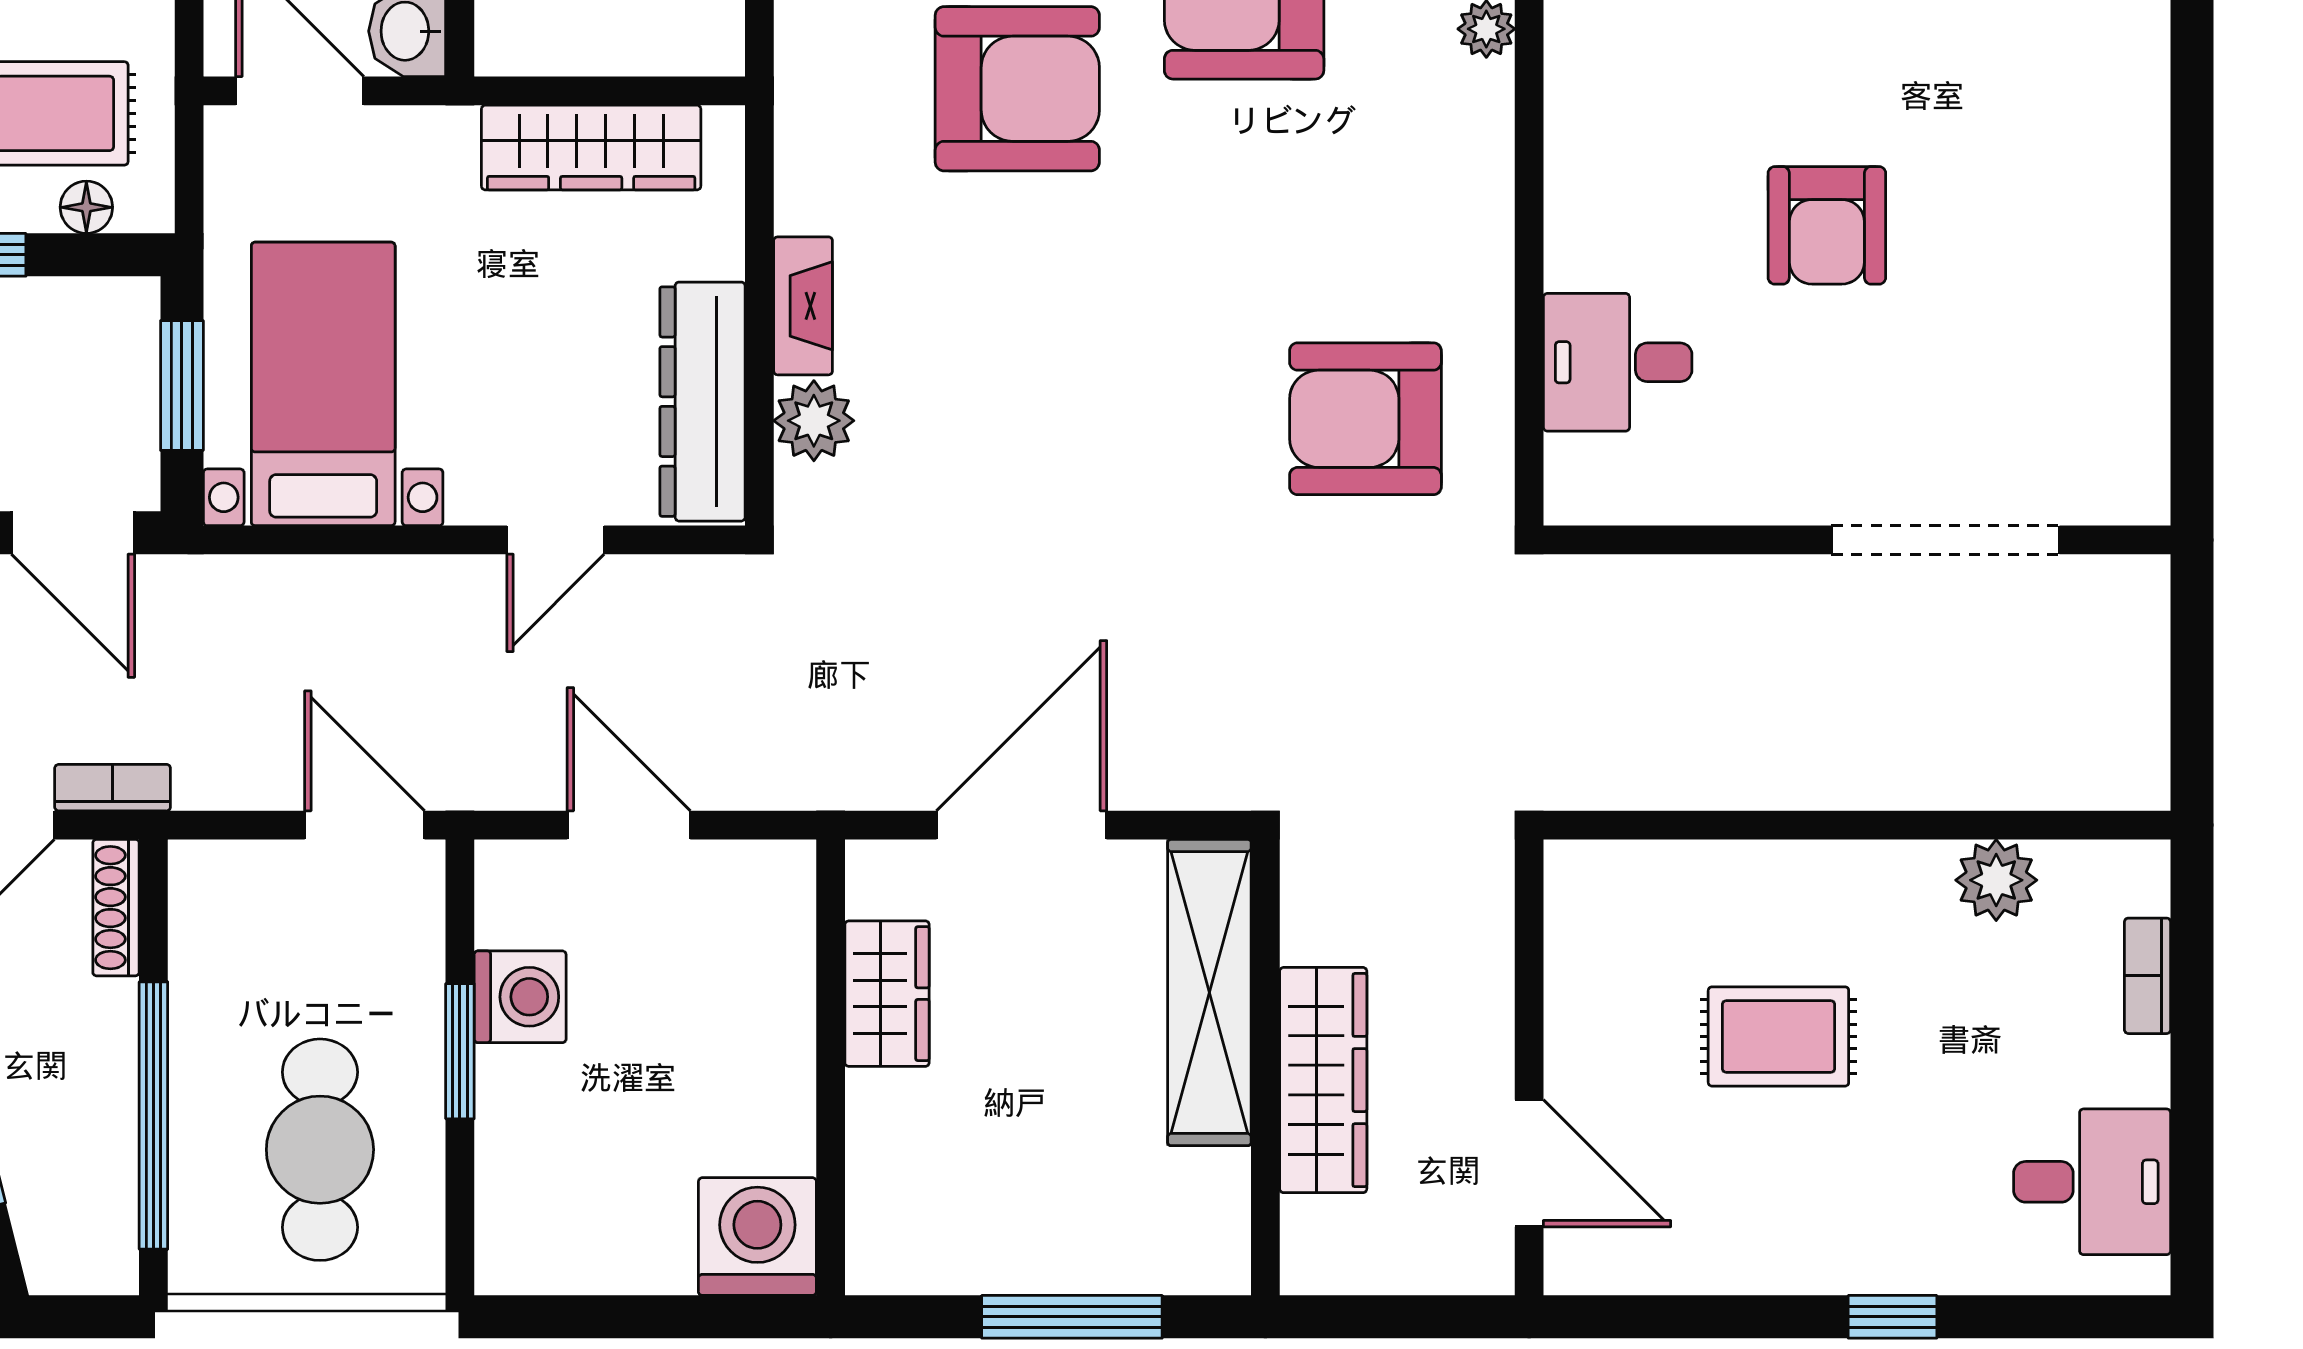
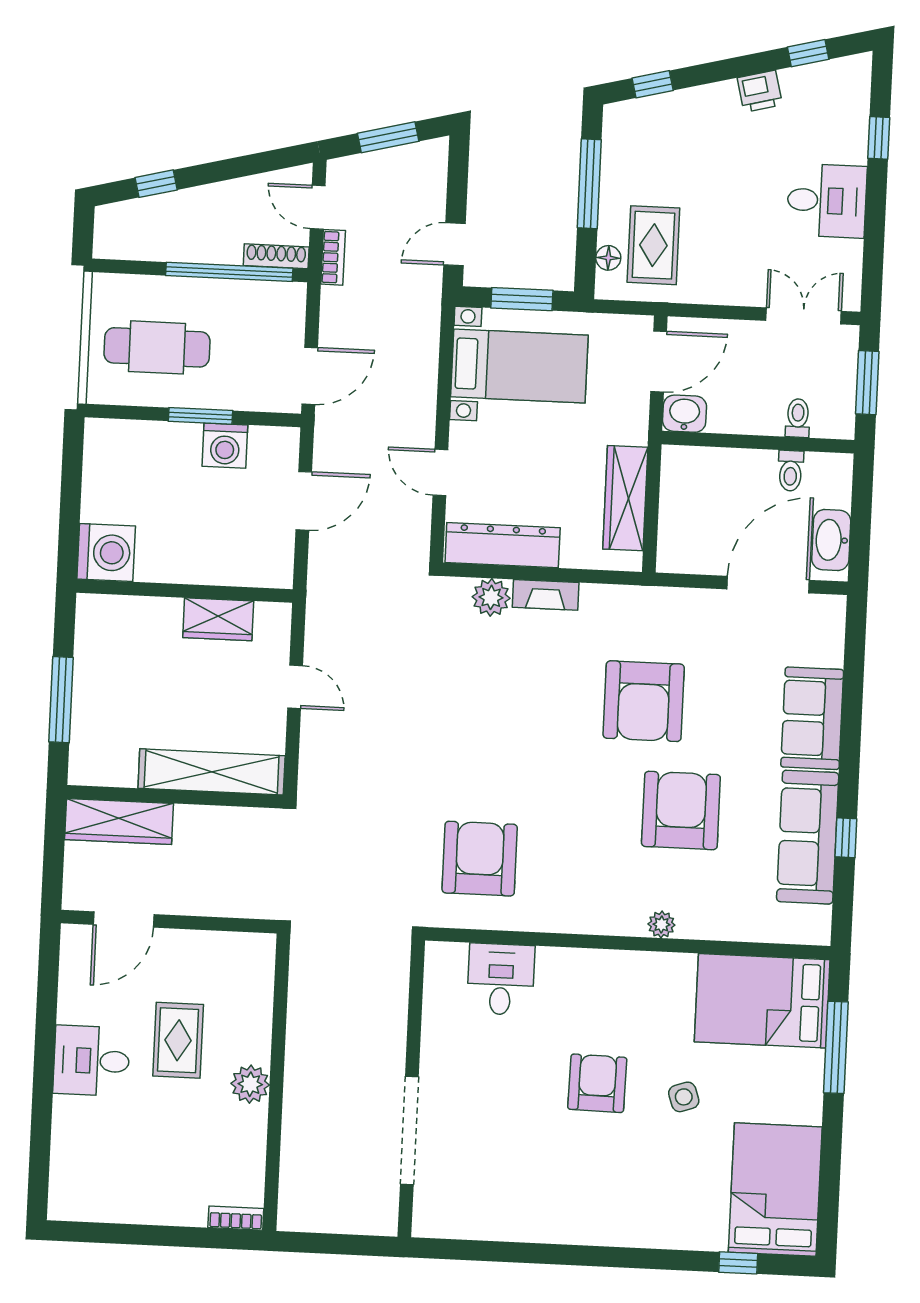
armchair: (1827, 225) -> (597, 1083), moved, turned 91
door: (73, 533) -> (455, 244), width x0.73
door: (1022, 825) -> (295, 687), width x0.53
plant: (1996, 880) -> (250, 1084), moved
bookcase: (2148, 976) -> (236, 1218), moved
wardrobe: (1323, 1080) -> (119, 822), moved
window: (153, 1115) -> (229, 272), moved
desk: (2092, 1182) -> (91, 1061), moved, turned 90
window: (1893, 1317) -> (43, 1088), removed

